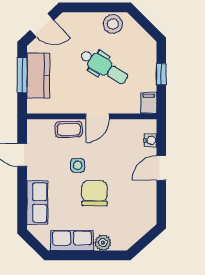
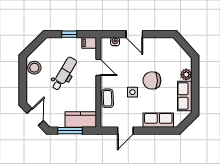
kitchen counter: (38, 76) -> (81, 120), moved
door: (97, 116) -> (98, 67), moved

